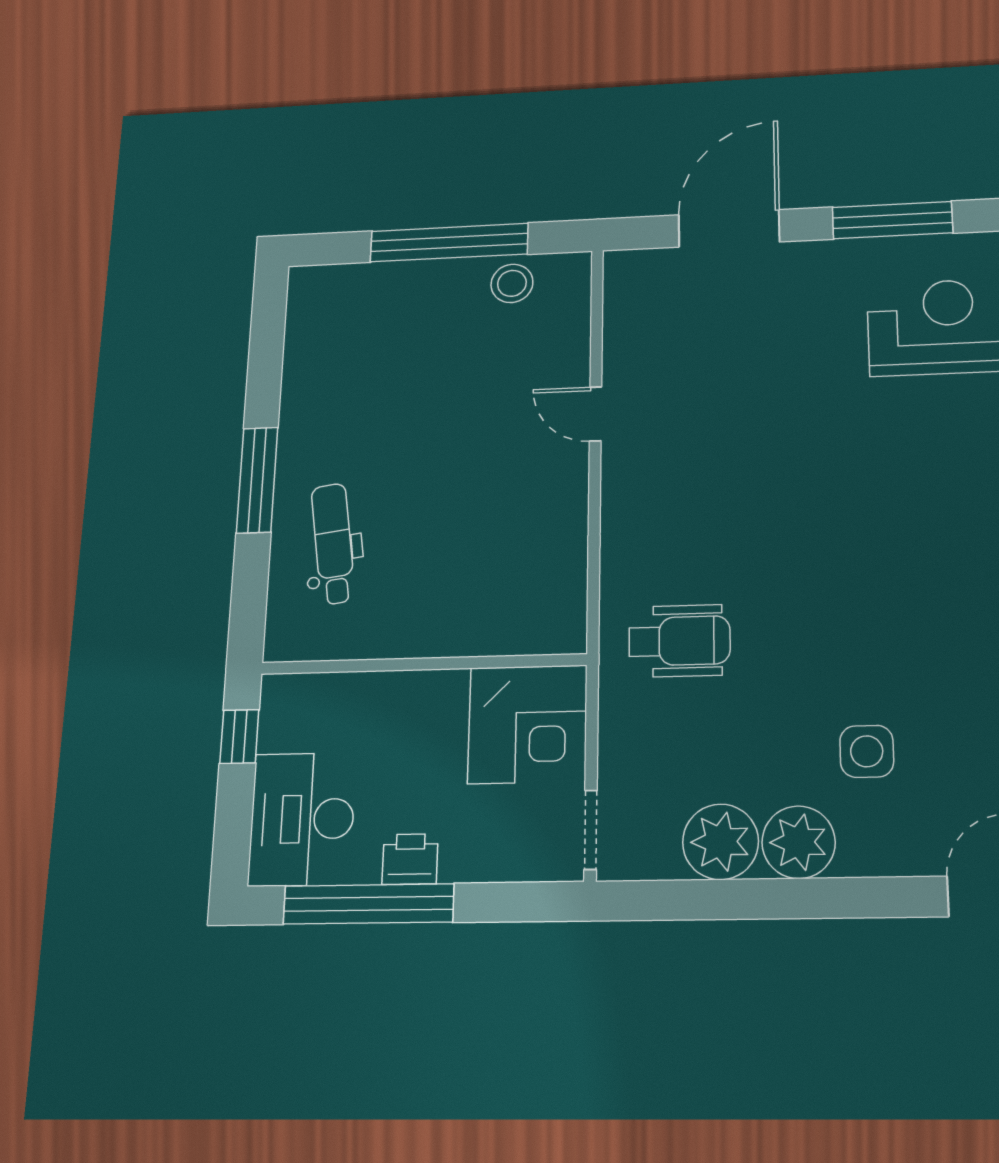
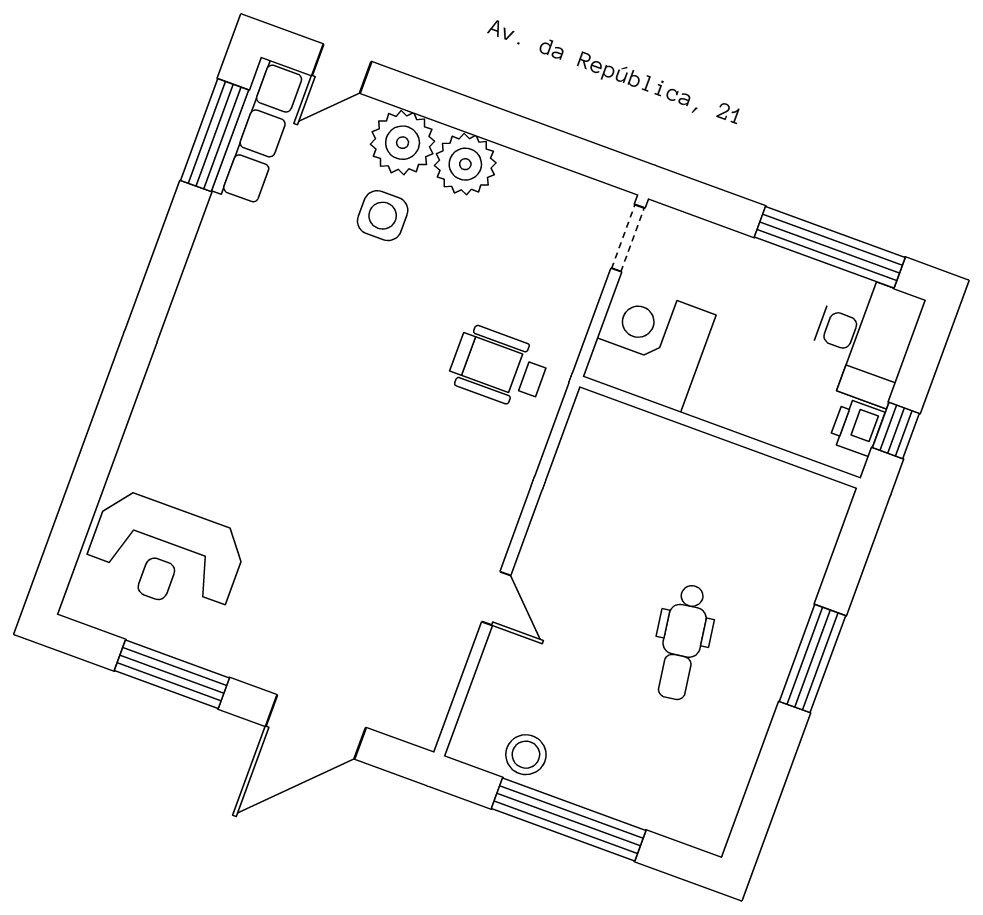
dental chair: (333, 544) -> (682, 642), moved
plant: (720, 842) -> (403, 143), moved
printer: (410, 859) -> (857, 427), moved, turned 90

